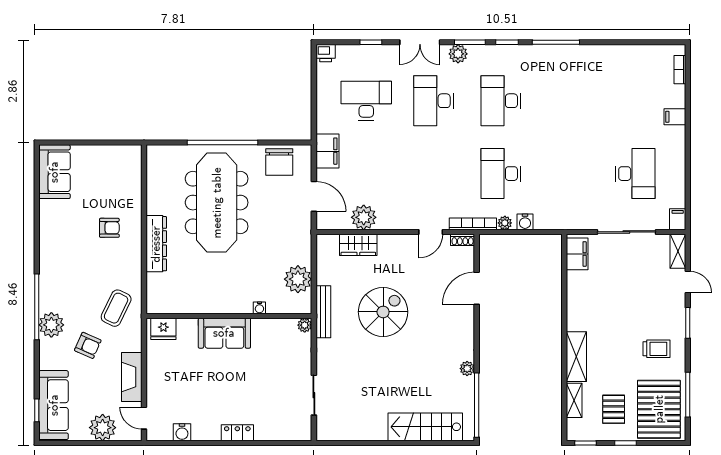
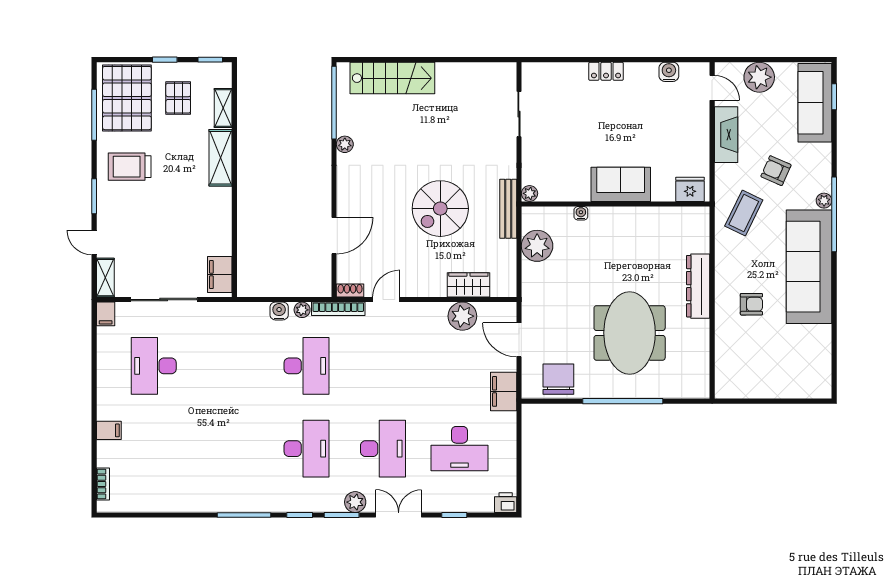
sofa: (54, 172) -> (809, 267), moved, width x1.85, depth x1.27
meeting table: (217, 203) -> (630, 333), width x0.73
armchair: (109, 228) -> (751, 304), turned 180
plant: (51, 325) -> (824, 201), width x0.53, depth x0.53
trolley: (657, 349) -> (130, 167), width x1.36, depth x1.39

